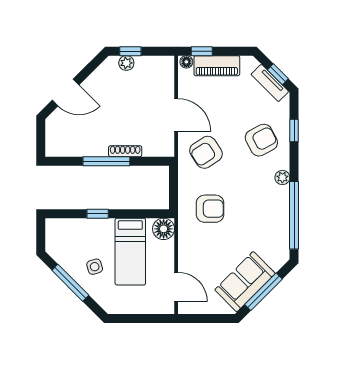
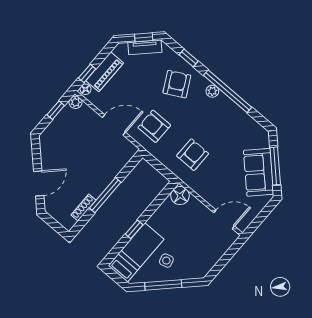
window: (130, 51) -> (56, 110), moved
plant: (126, 63) -> (76, 102), moved
shoe rack: (125, 151) -> (83, 208), moved
armchair: (206, 152) -> (154, 126), turned 123
window: (294, 215) -> (228, 91), moved
bed: (130, 252) -> (136, 252), moved, turned -90

